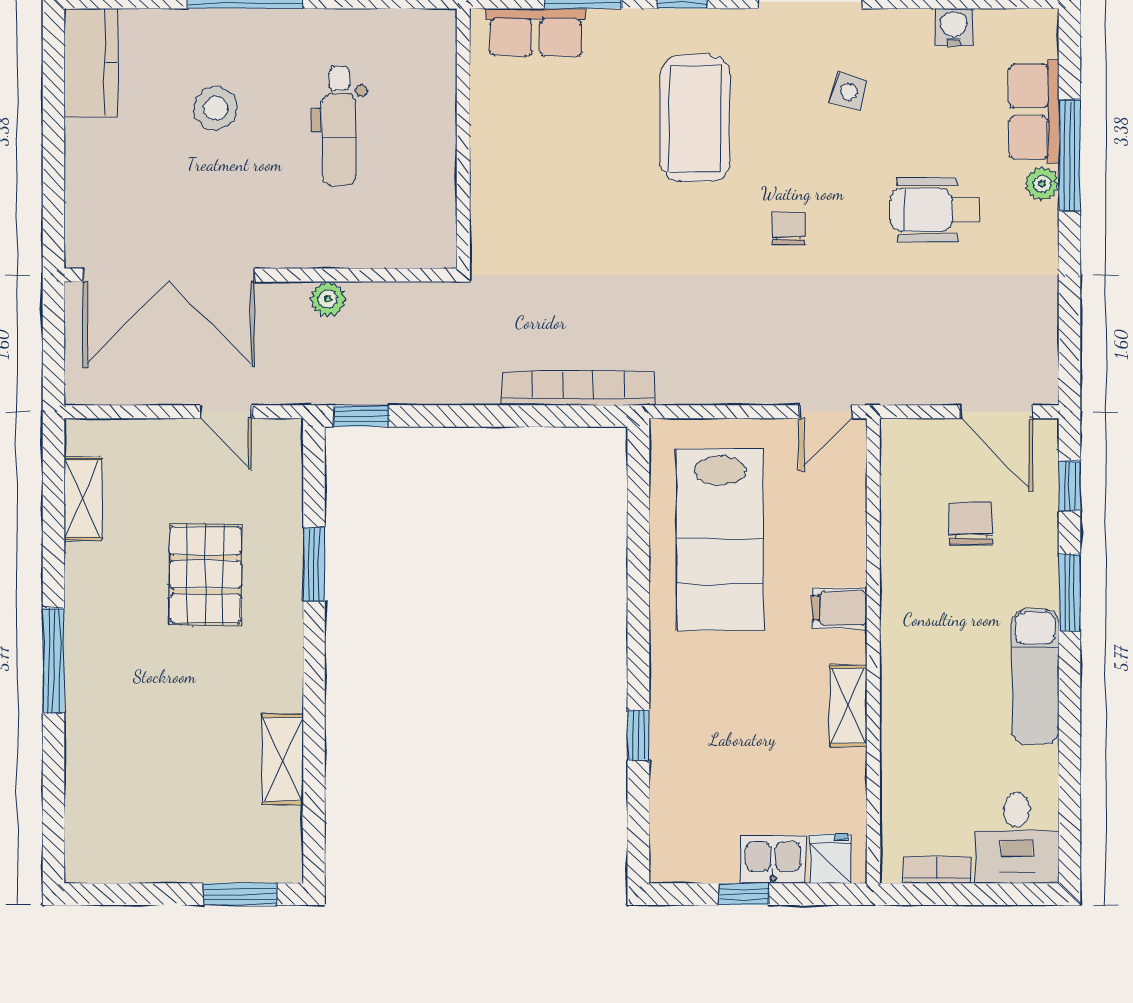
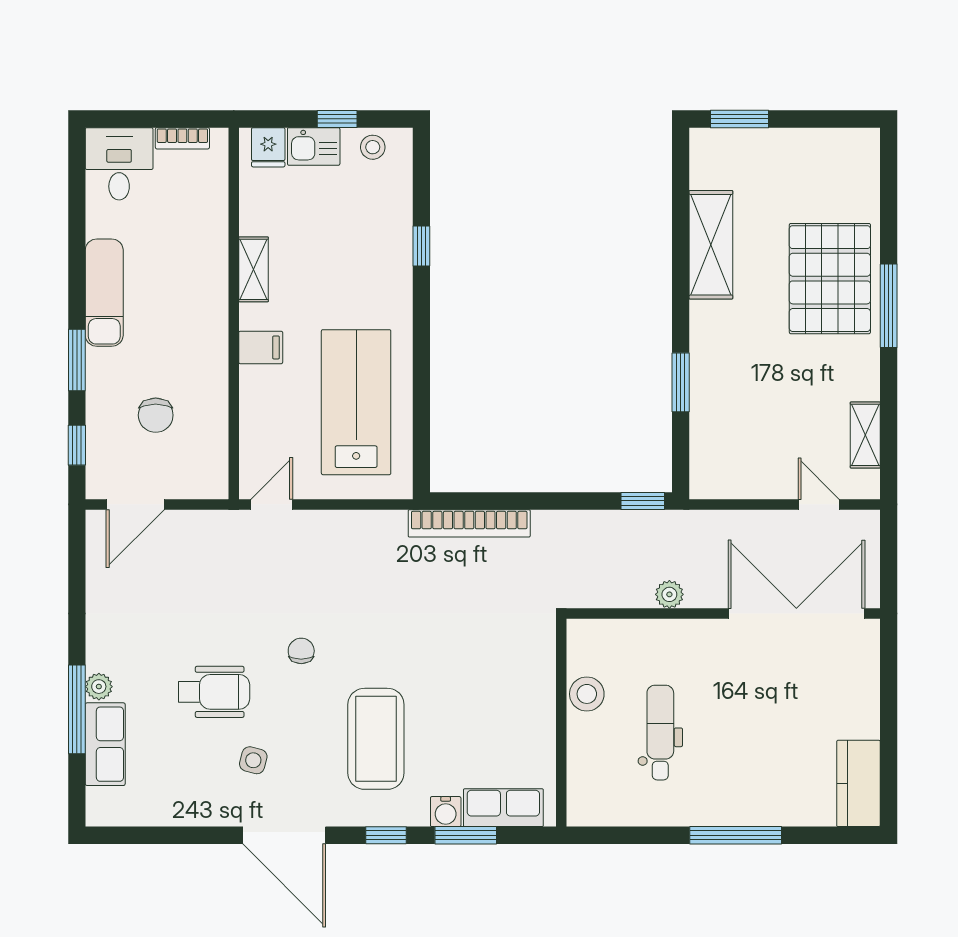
water cooler: (954, 27) -> (446, 812), moved
stool: (216, 108) -> (587, 694), moved
wheelchair: (935, 210) -> (214, 692), moved
chair: (789, 228) -> (301, 651), turned 180
door: (226, 412) -> (819, 504), moved
door: (997, 412) -> (135, 504), swing flipped
pallet: (205, 574) -> (830, 279), moved, width x1.37, depth x1.41
shelving: (283, 759) -> (711, 245), width x1.50, depth x1.33
stool: (699, 859) -> (373, 147), added

